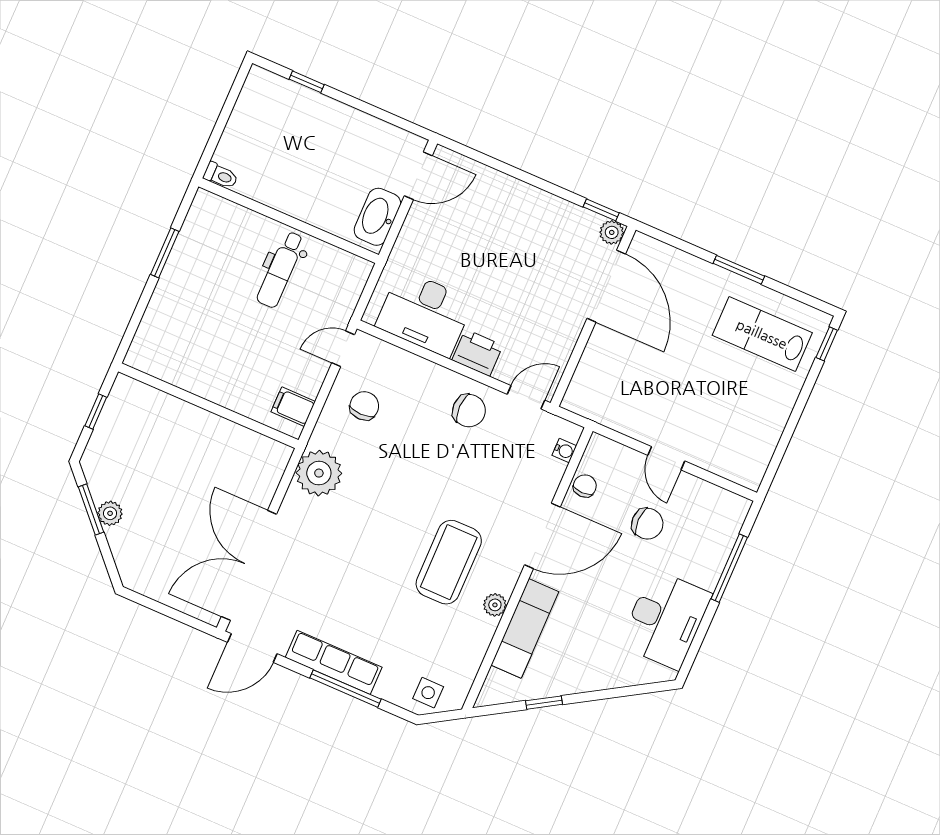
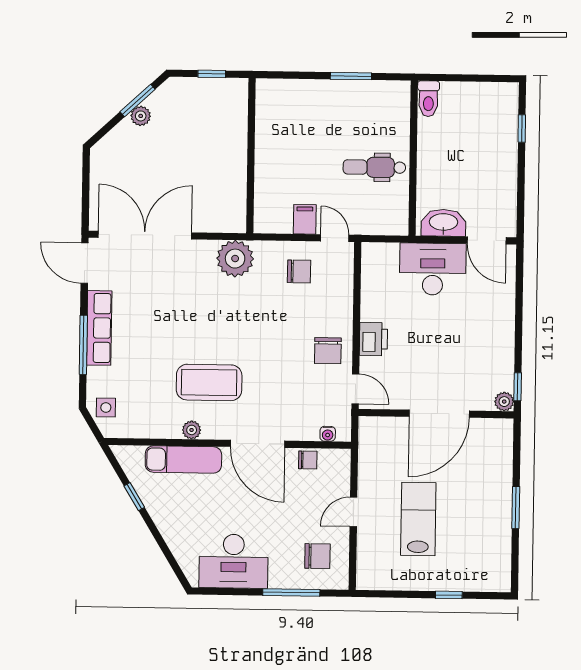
toilet: (221, 176) -> (428, 99), width x1.37, depth x1.39
door: (606, 286) -> (439, 414), moved
desk: (425, 313) -> (433, 269), moved, turned 90
lab bench: (762, 334) -> (418, 519), moved
window: (827, 344) -> (449, 595), moved
filing cabinet: (293, 407) -> (305, 219), moved
chair: (647, 524) -> (317, 556), moved, turned -90

